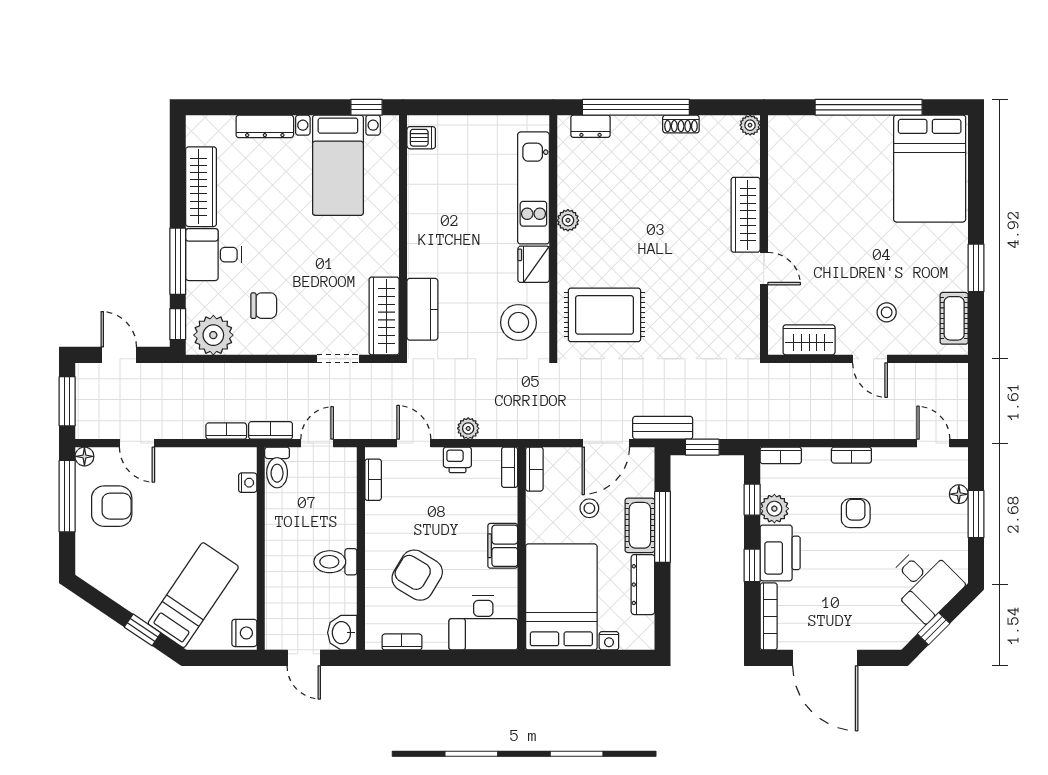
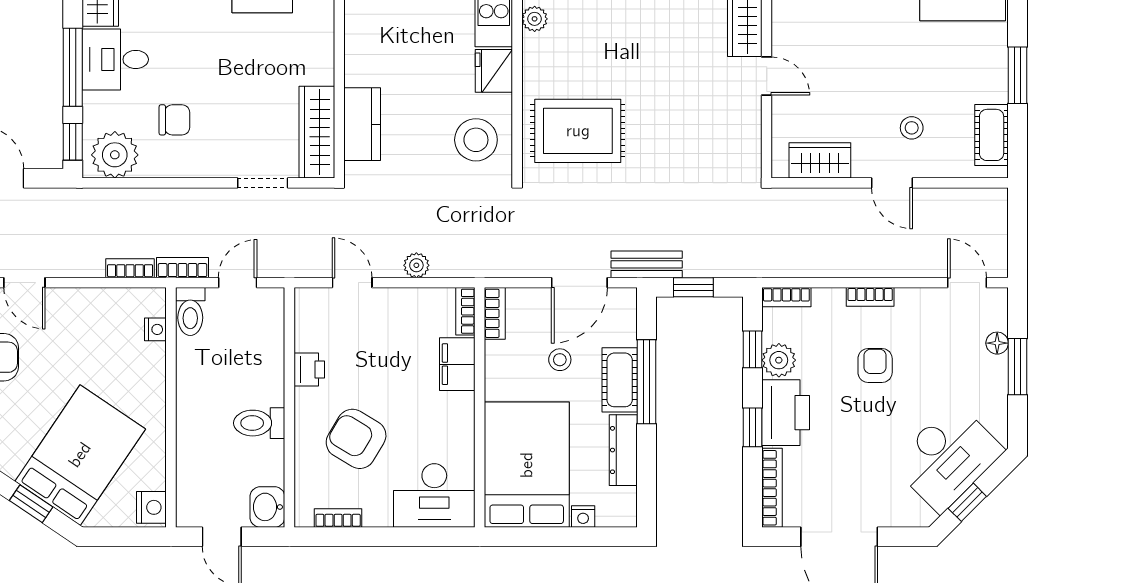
printer: (457, 460) -> (309, 370), moved, turned -90
bookcase: (373, 480) -> (304, 326), removed
filing cabinet: (503, 546) -> (457, 364), moved
desk: (924, 583) -> (947, 457), width x1.37
bed: (193, 595) -> (80, 455), width x1.50

